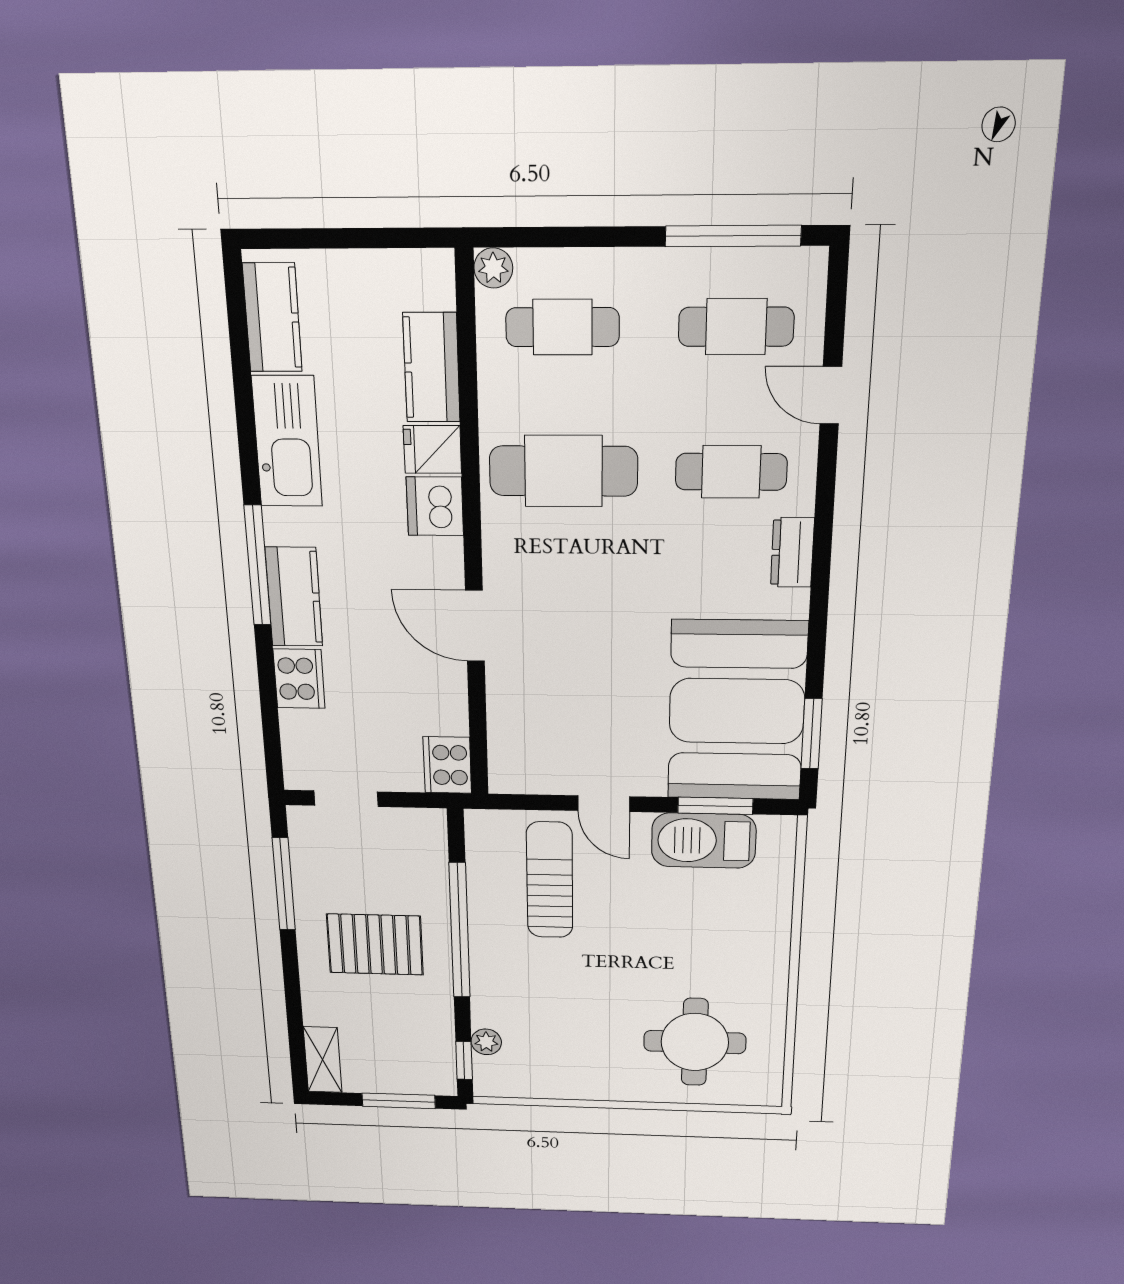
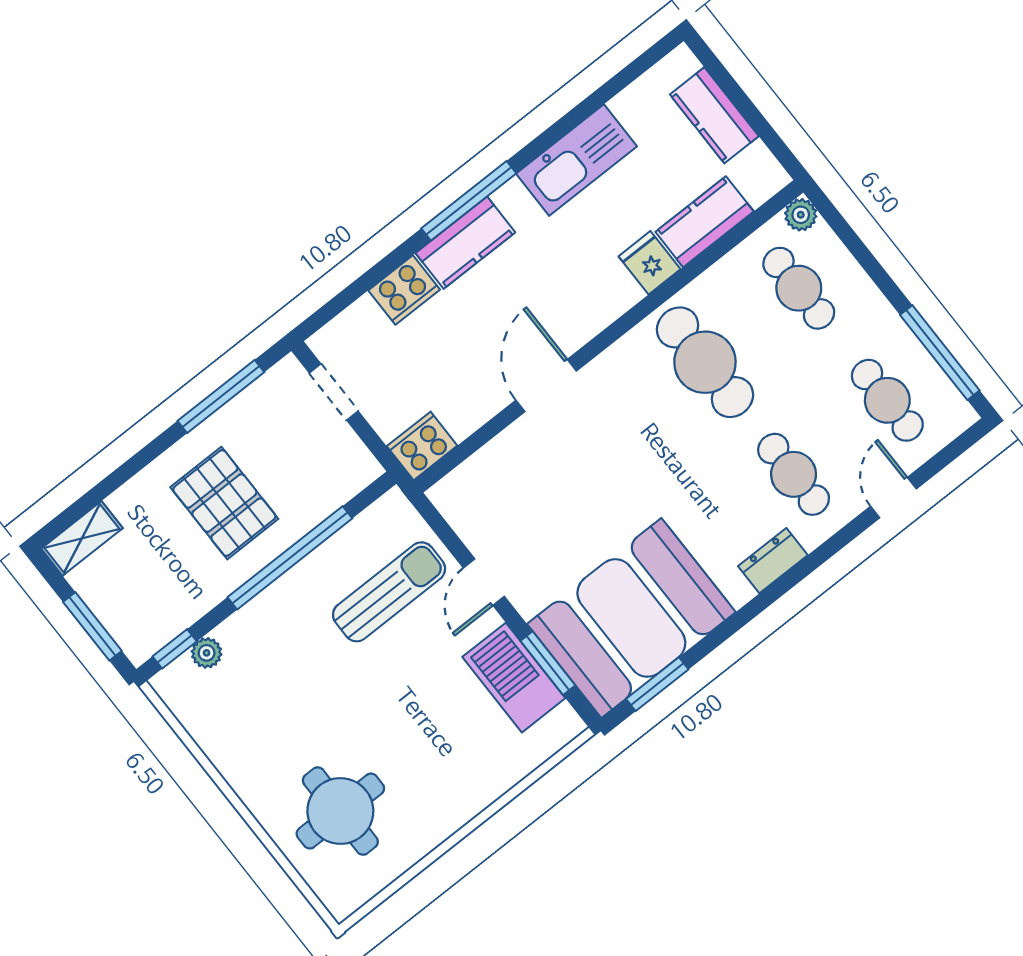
kitchen counter: (272, 318) -> (714, 115), moved, turned 90
dishwasher: (435, 506) -> (611, 294), removed

